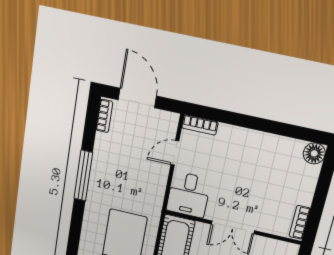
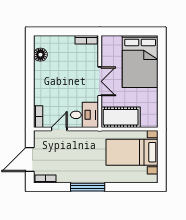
door: (175, 153) -> (59, 129), swing flipped
floor lamp: (314, 153) -> (40, 55), moved

